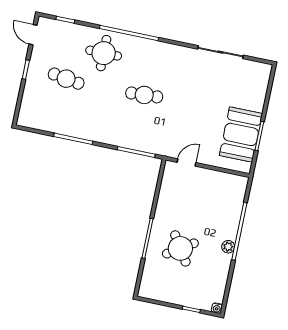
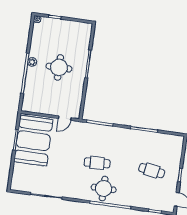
round table: (104, 53) -> (104, 188), moved
booth: (241, 134) -> (33, 141), width x1.36, depth x1.42
round table: (180, 248) -> (59, 67), moved, turned 33

